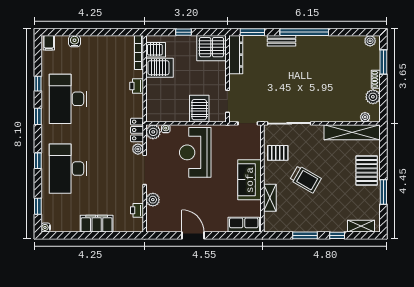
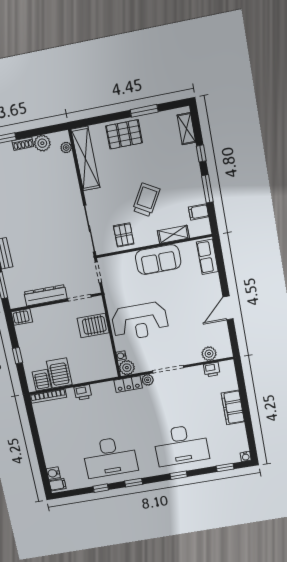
water cooler: (74, 41) -> (53, 473), moved
server rack: (212, 48) -> (22, 317), width x0.46, depth x0.70
dresser: (236, 55) -> (46, 295), moved
plant: (153, 200) -> (209, 354), moved
filing cabinet: (286, 224) -> (199, 212), added

